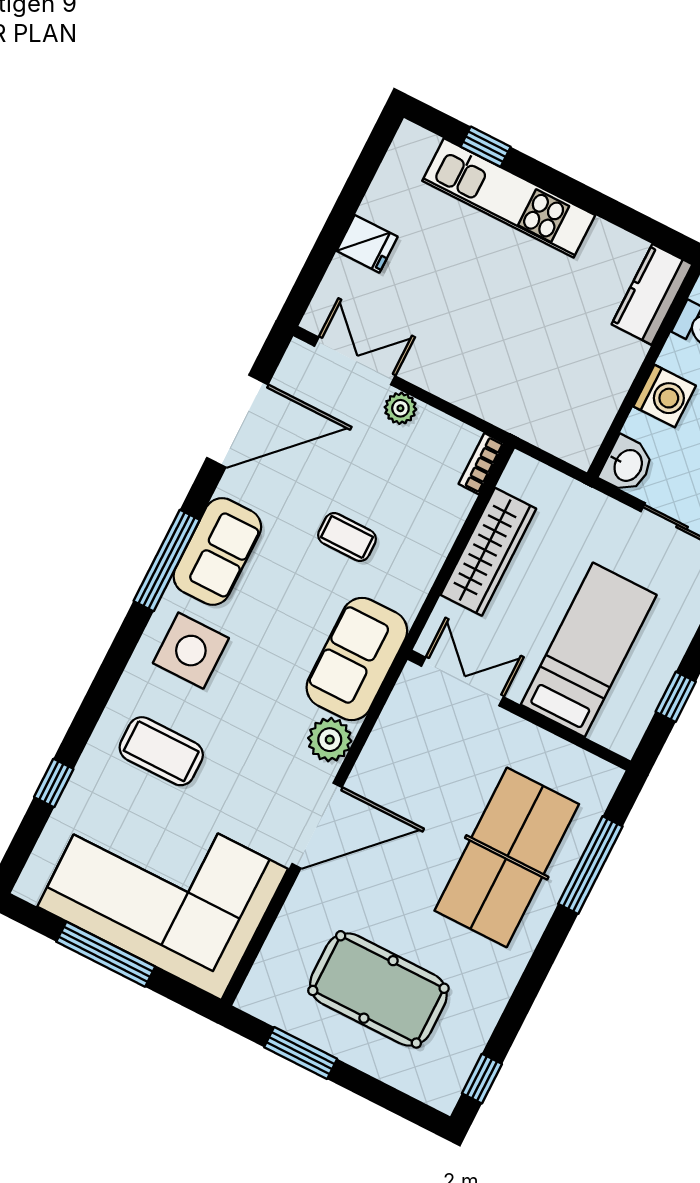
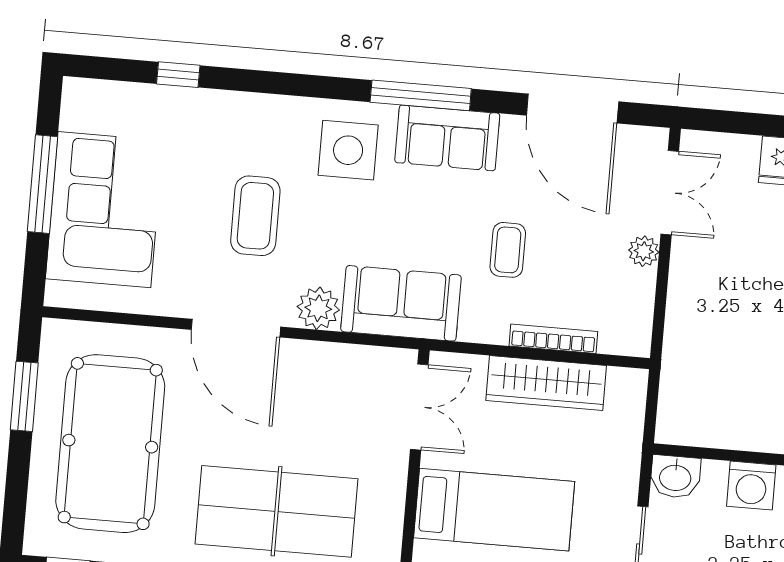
bookcase: (482, 464) -> (553, 339), moved, width x1.56
coffee table: (161, 751) -> (255, 216), moved
corner sofa: (163, 888) -> (104, 210), width x0.73, depth x0.74
pool table: (378, 989) -> (110, 444), width x1.36, depth x1.32

